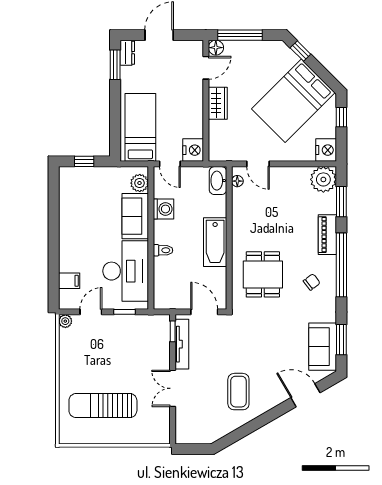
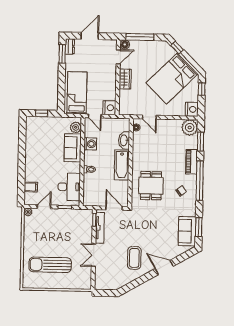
washbasin: (218, 181) -> (124, 140), moved
desk: (126, 271) -> (69, 187), width x0.73, depth x0.77
door: (305, 395) -> (164, 267), moved

